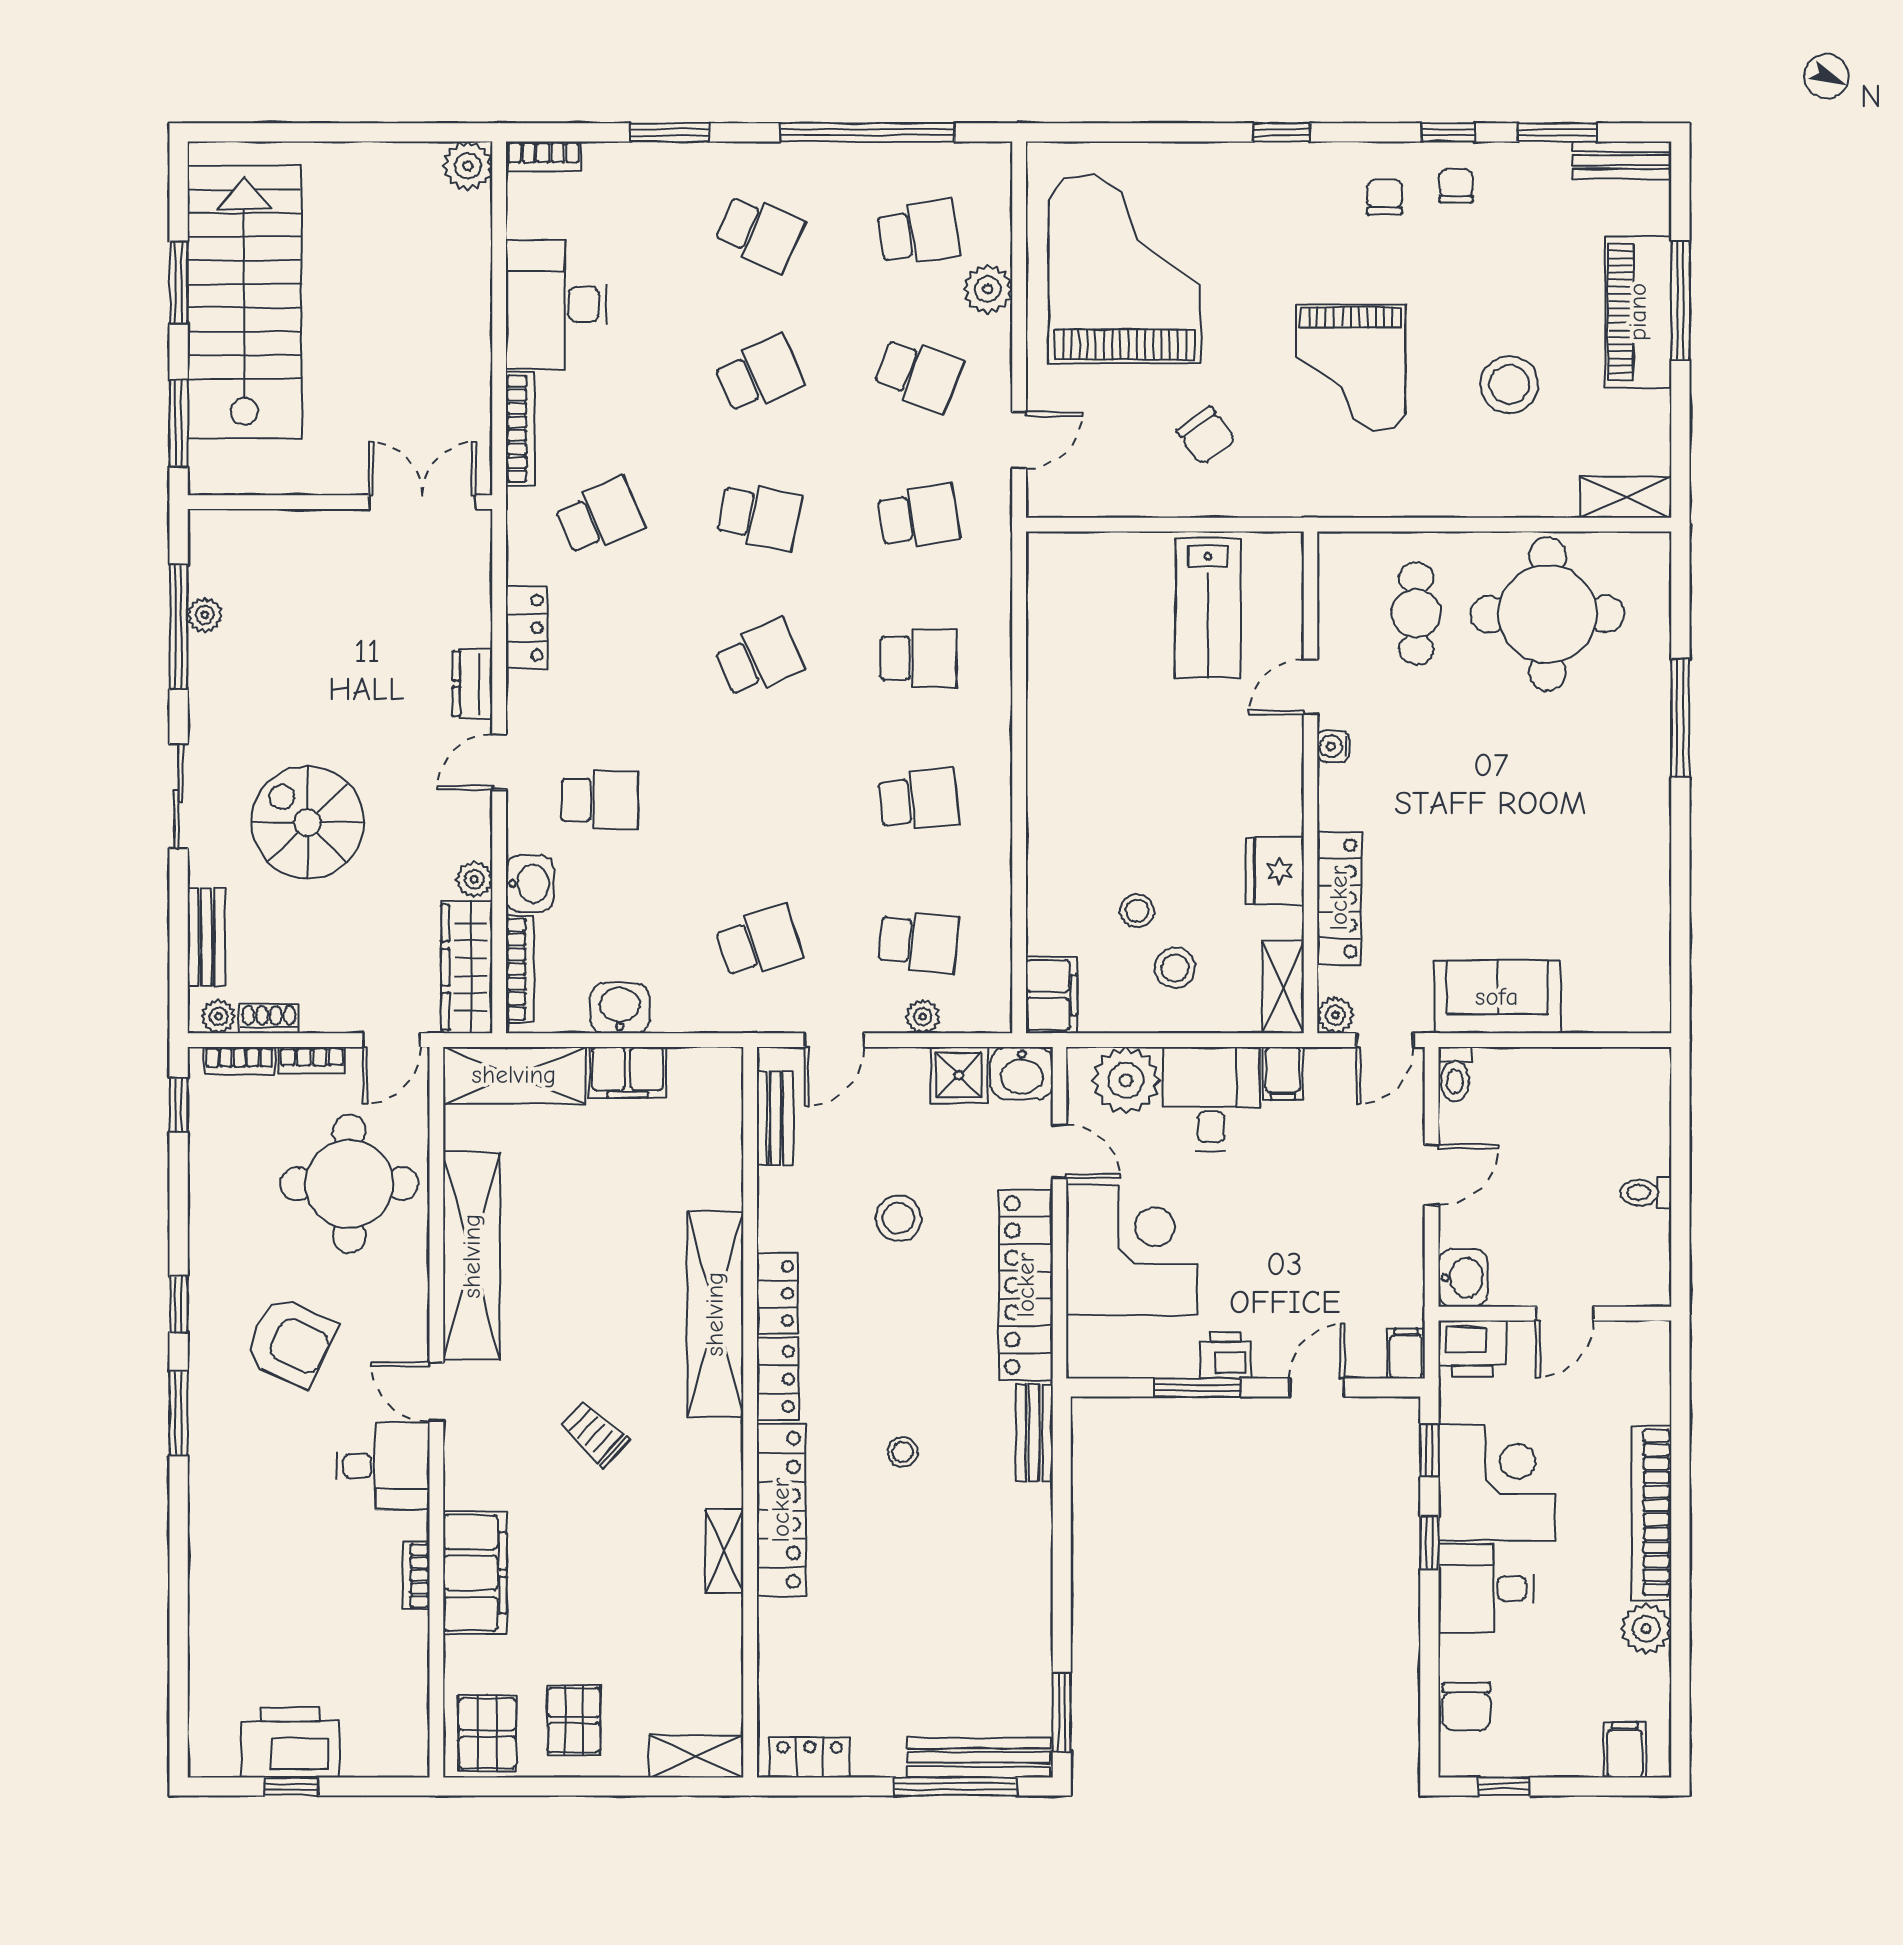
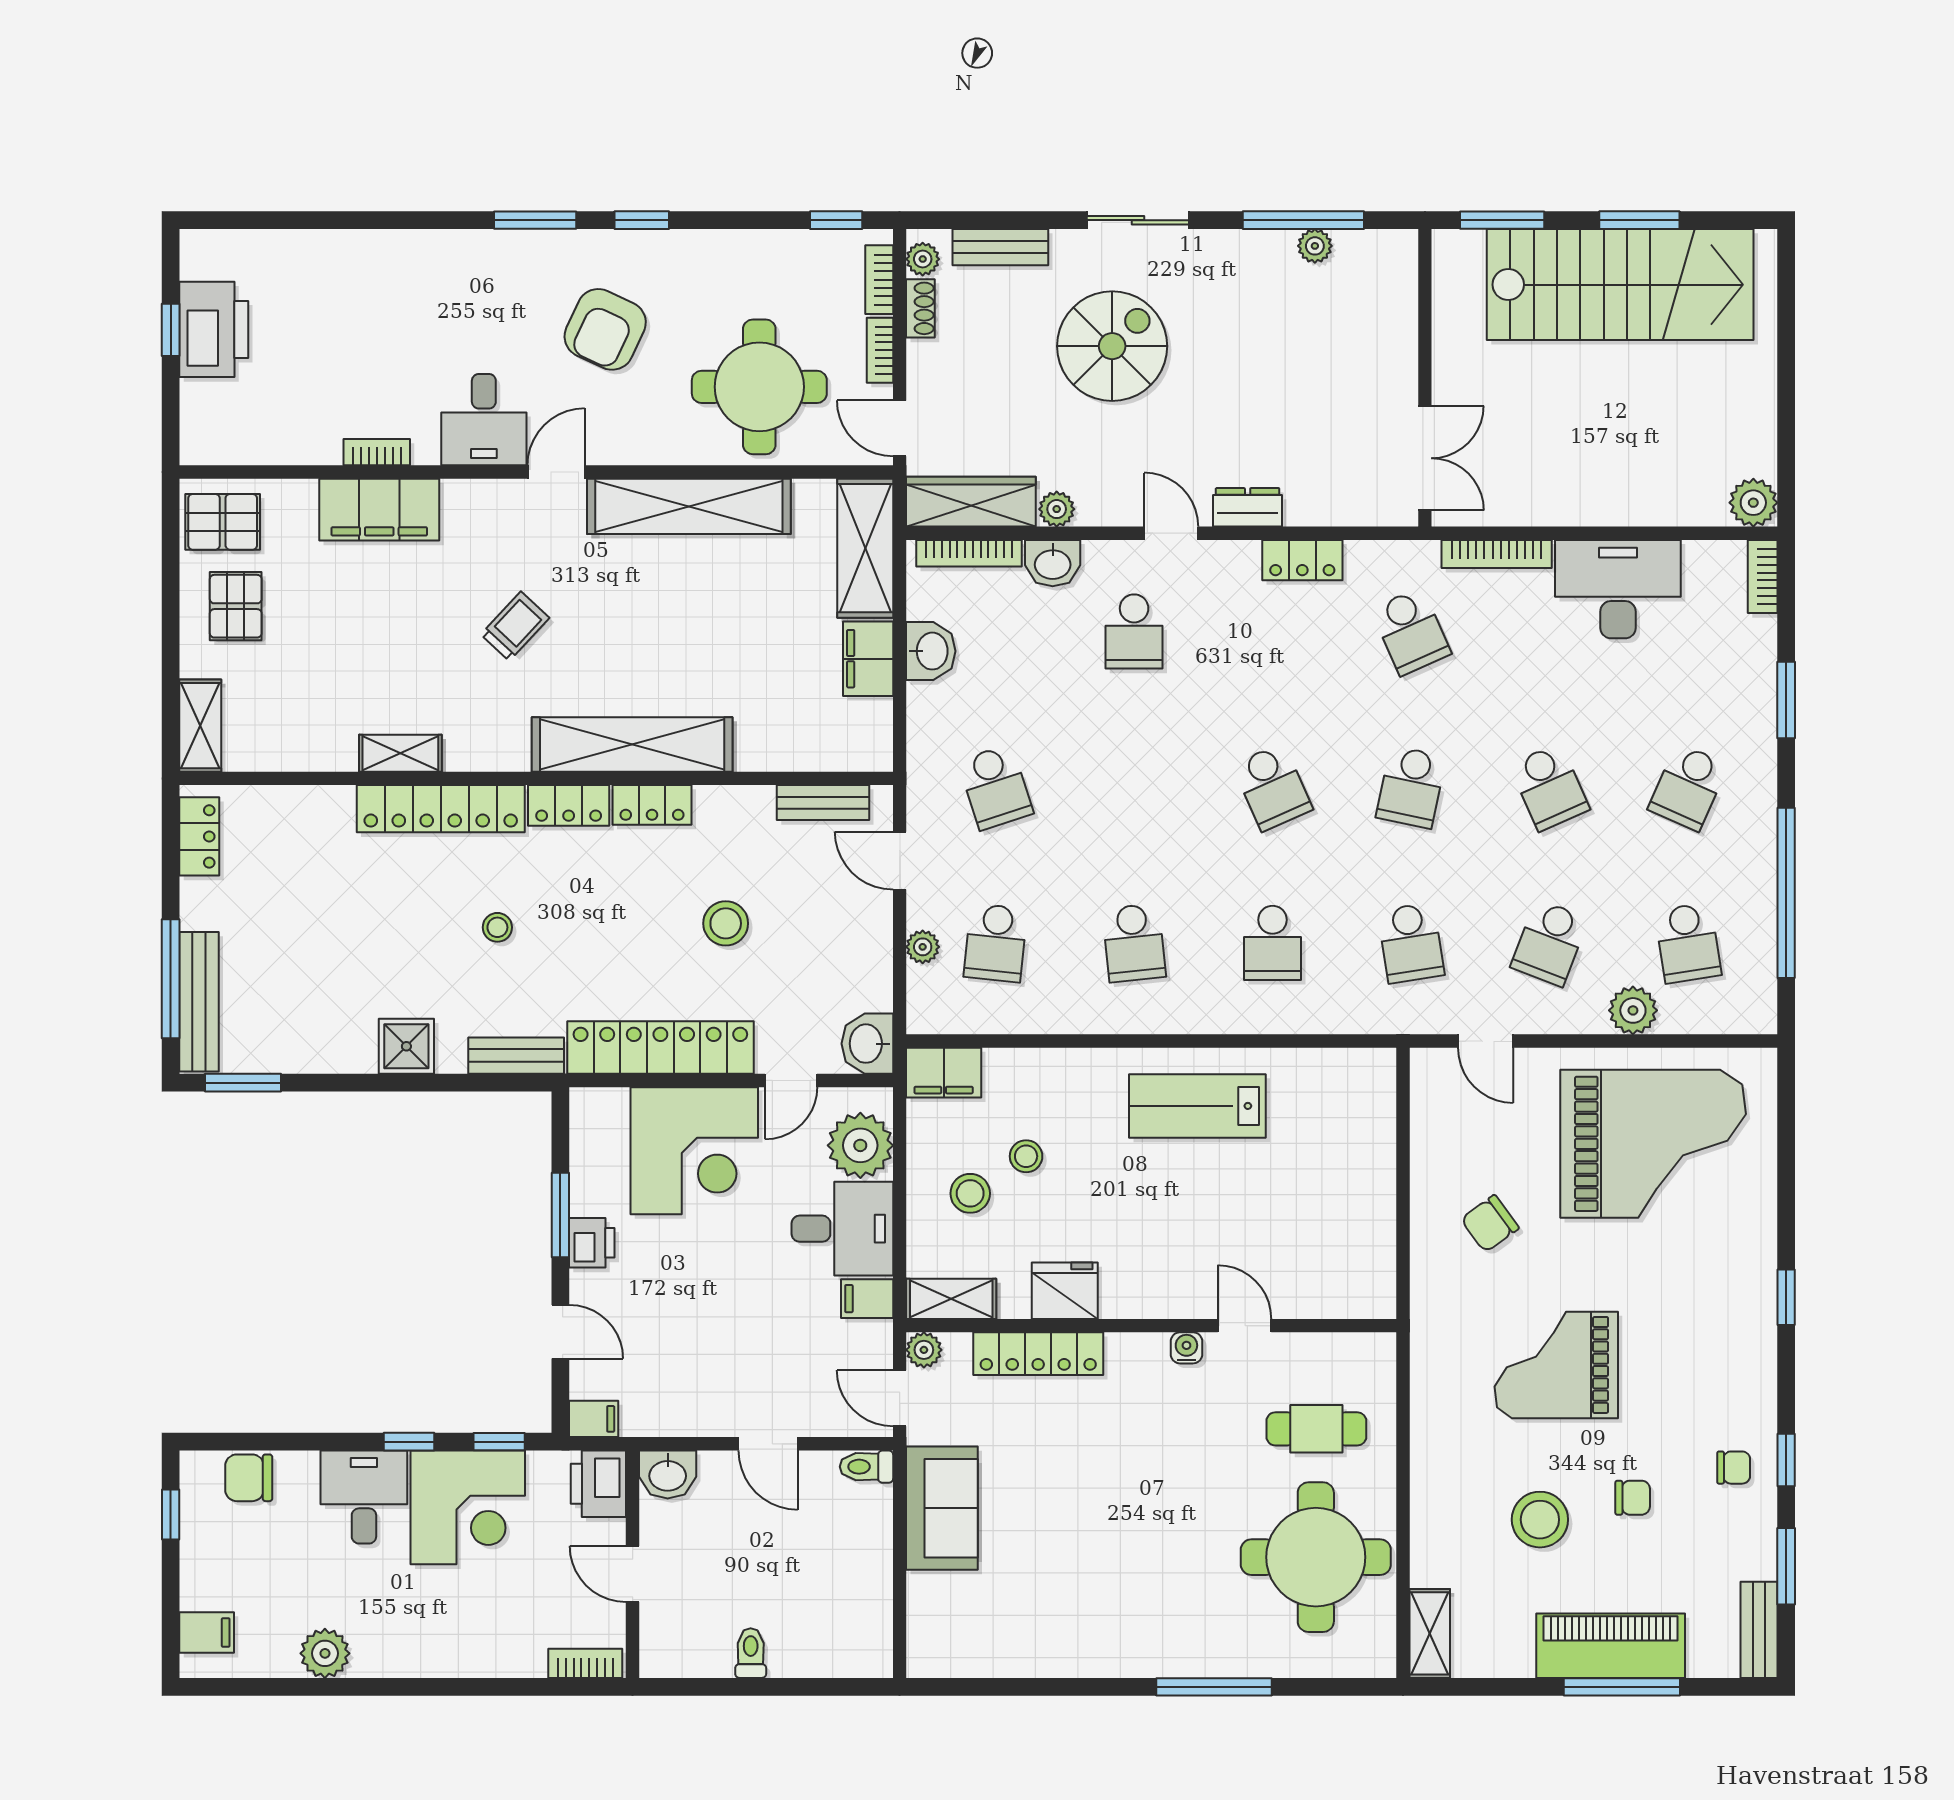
chair: (1385, 197) -> (1633, 1498), moved
lab bench: (1208, 608) -> (1197, 1106), moved
shower: (959, 1075) -> (406, 1046), moved
bookcase: (1652, 1513) -> (585, 1663), moved, width x0.43, depth x0.76
pallet: (574, 1720) -> (236, 606), turned 90

